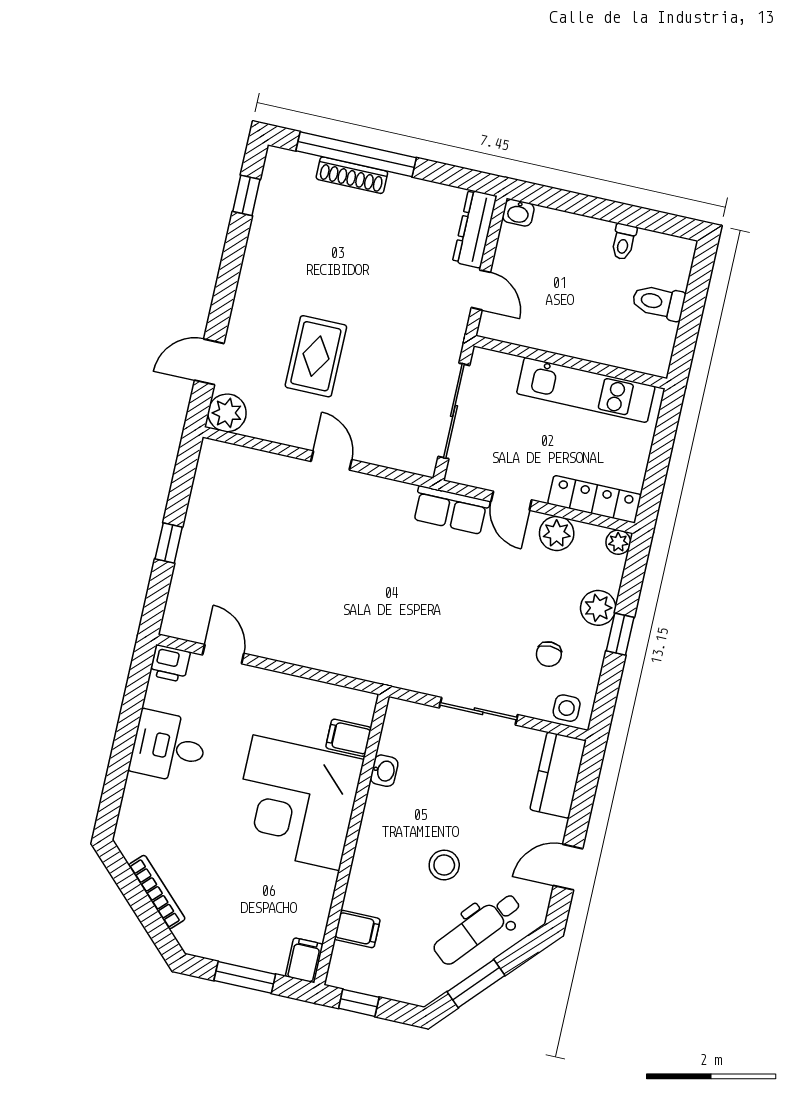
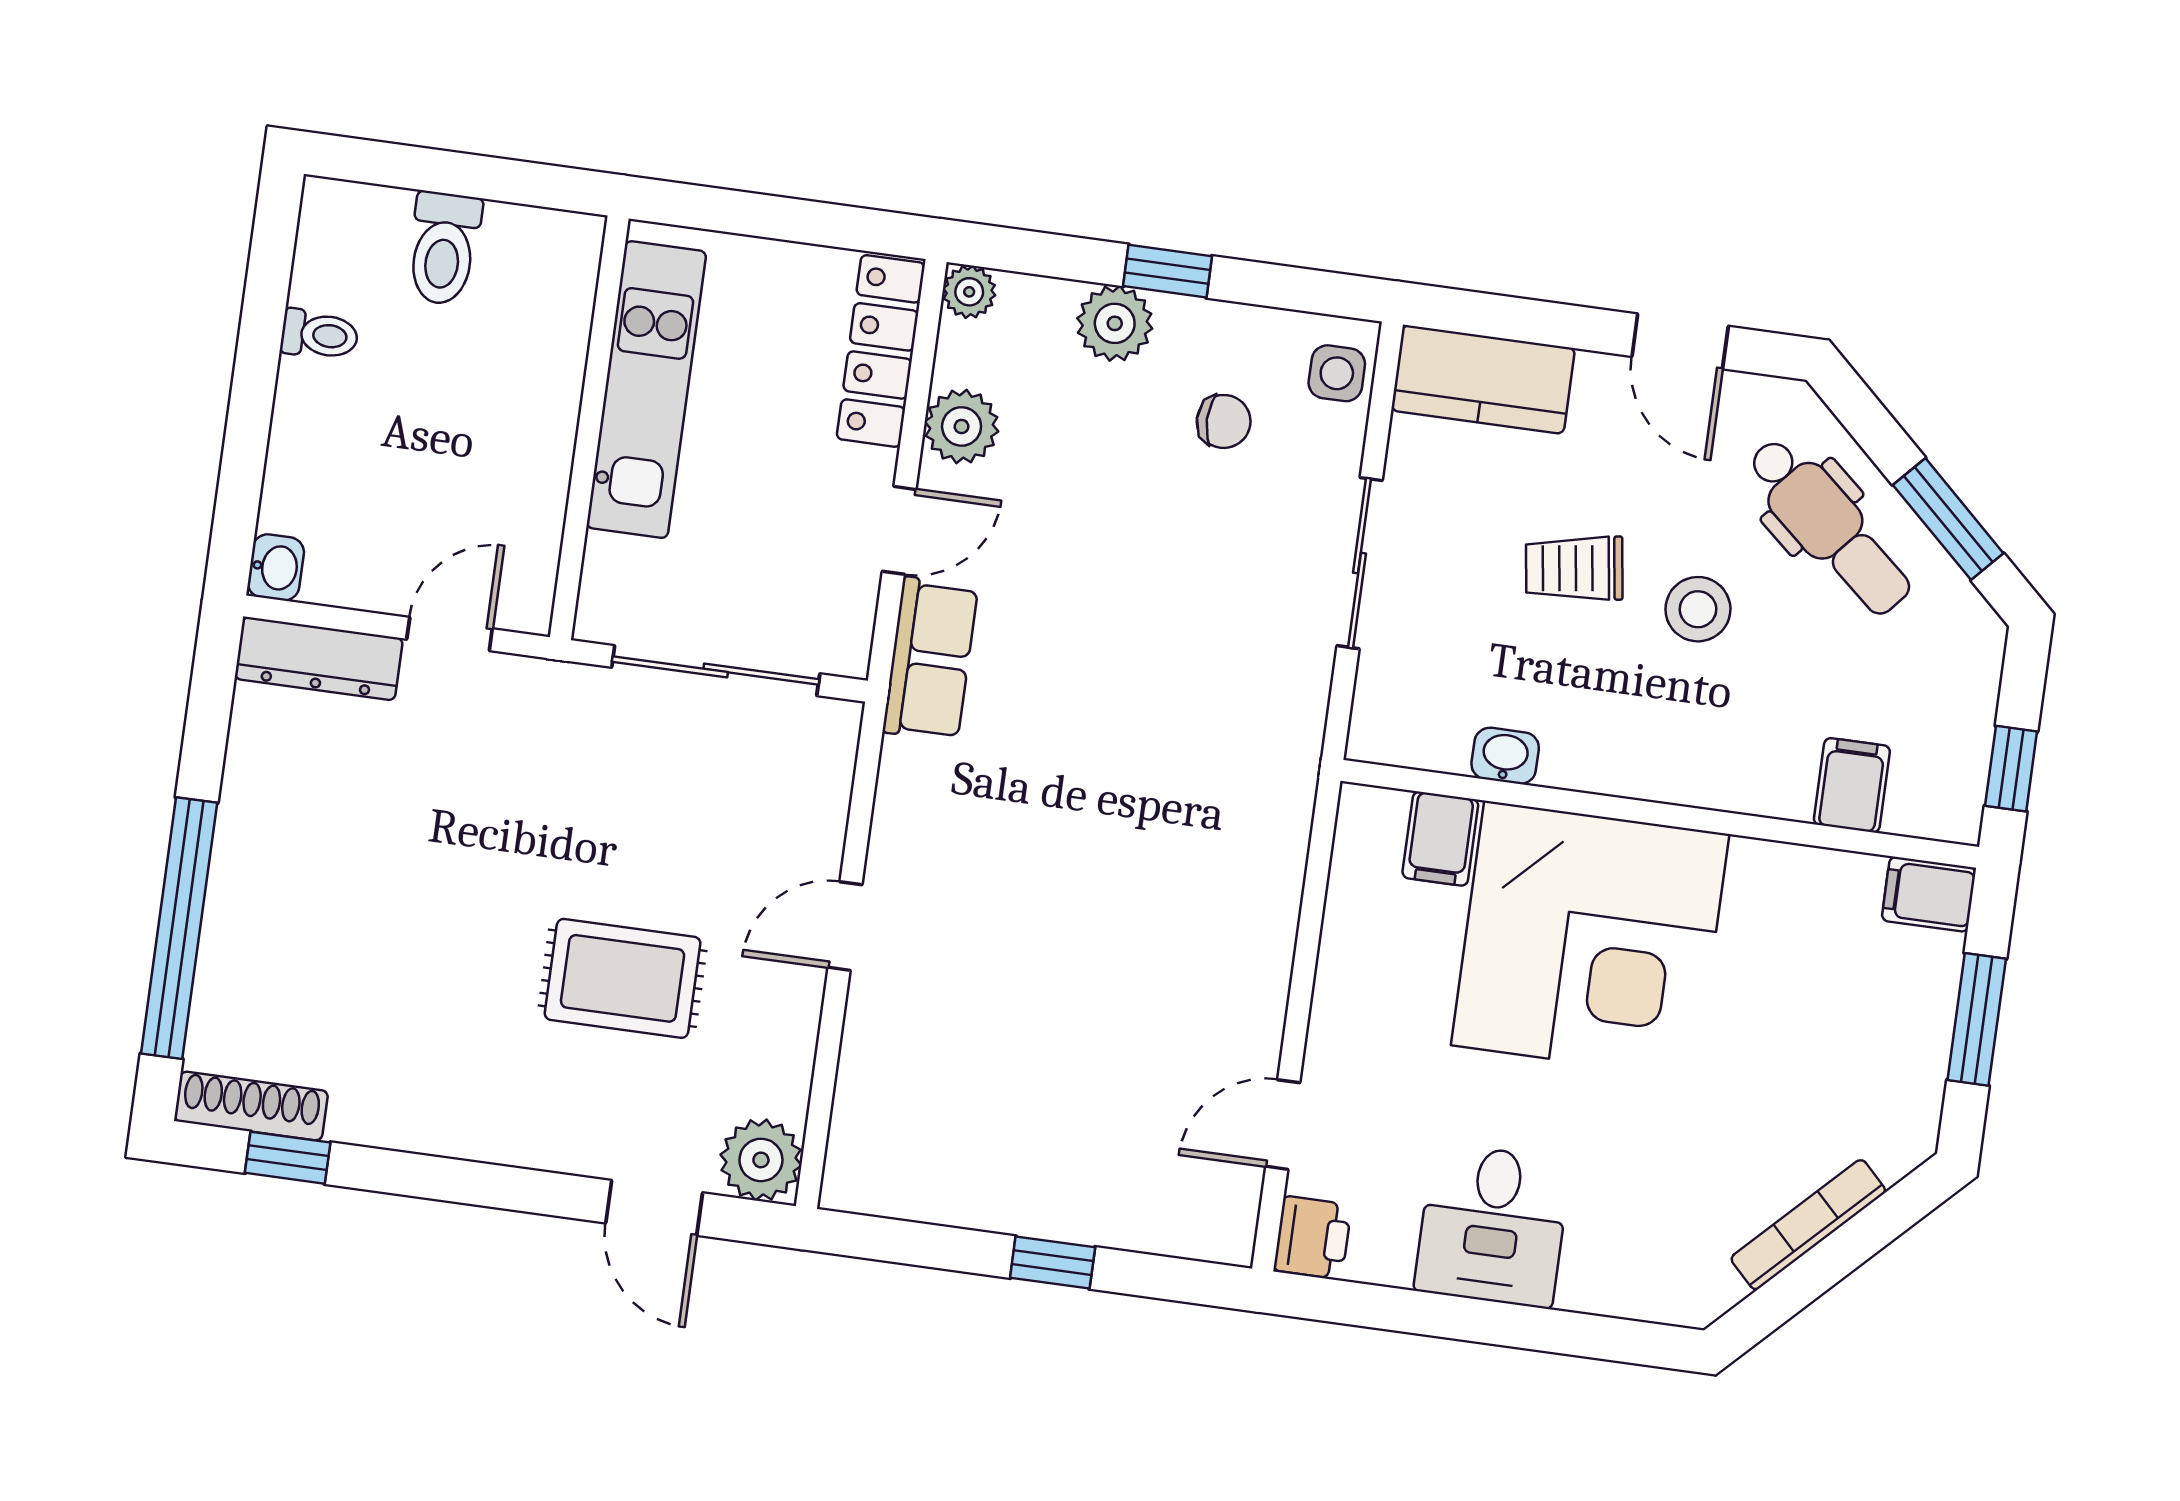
shoe rack: (352, 175) -> (251, 1106), moved, turned -90
trolley: (468, 810) -> (1574, 568), added

